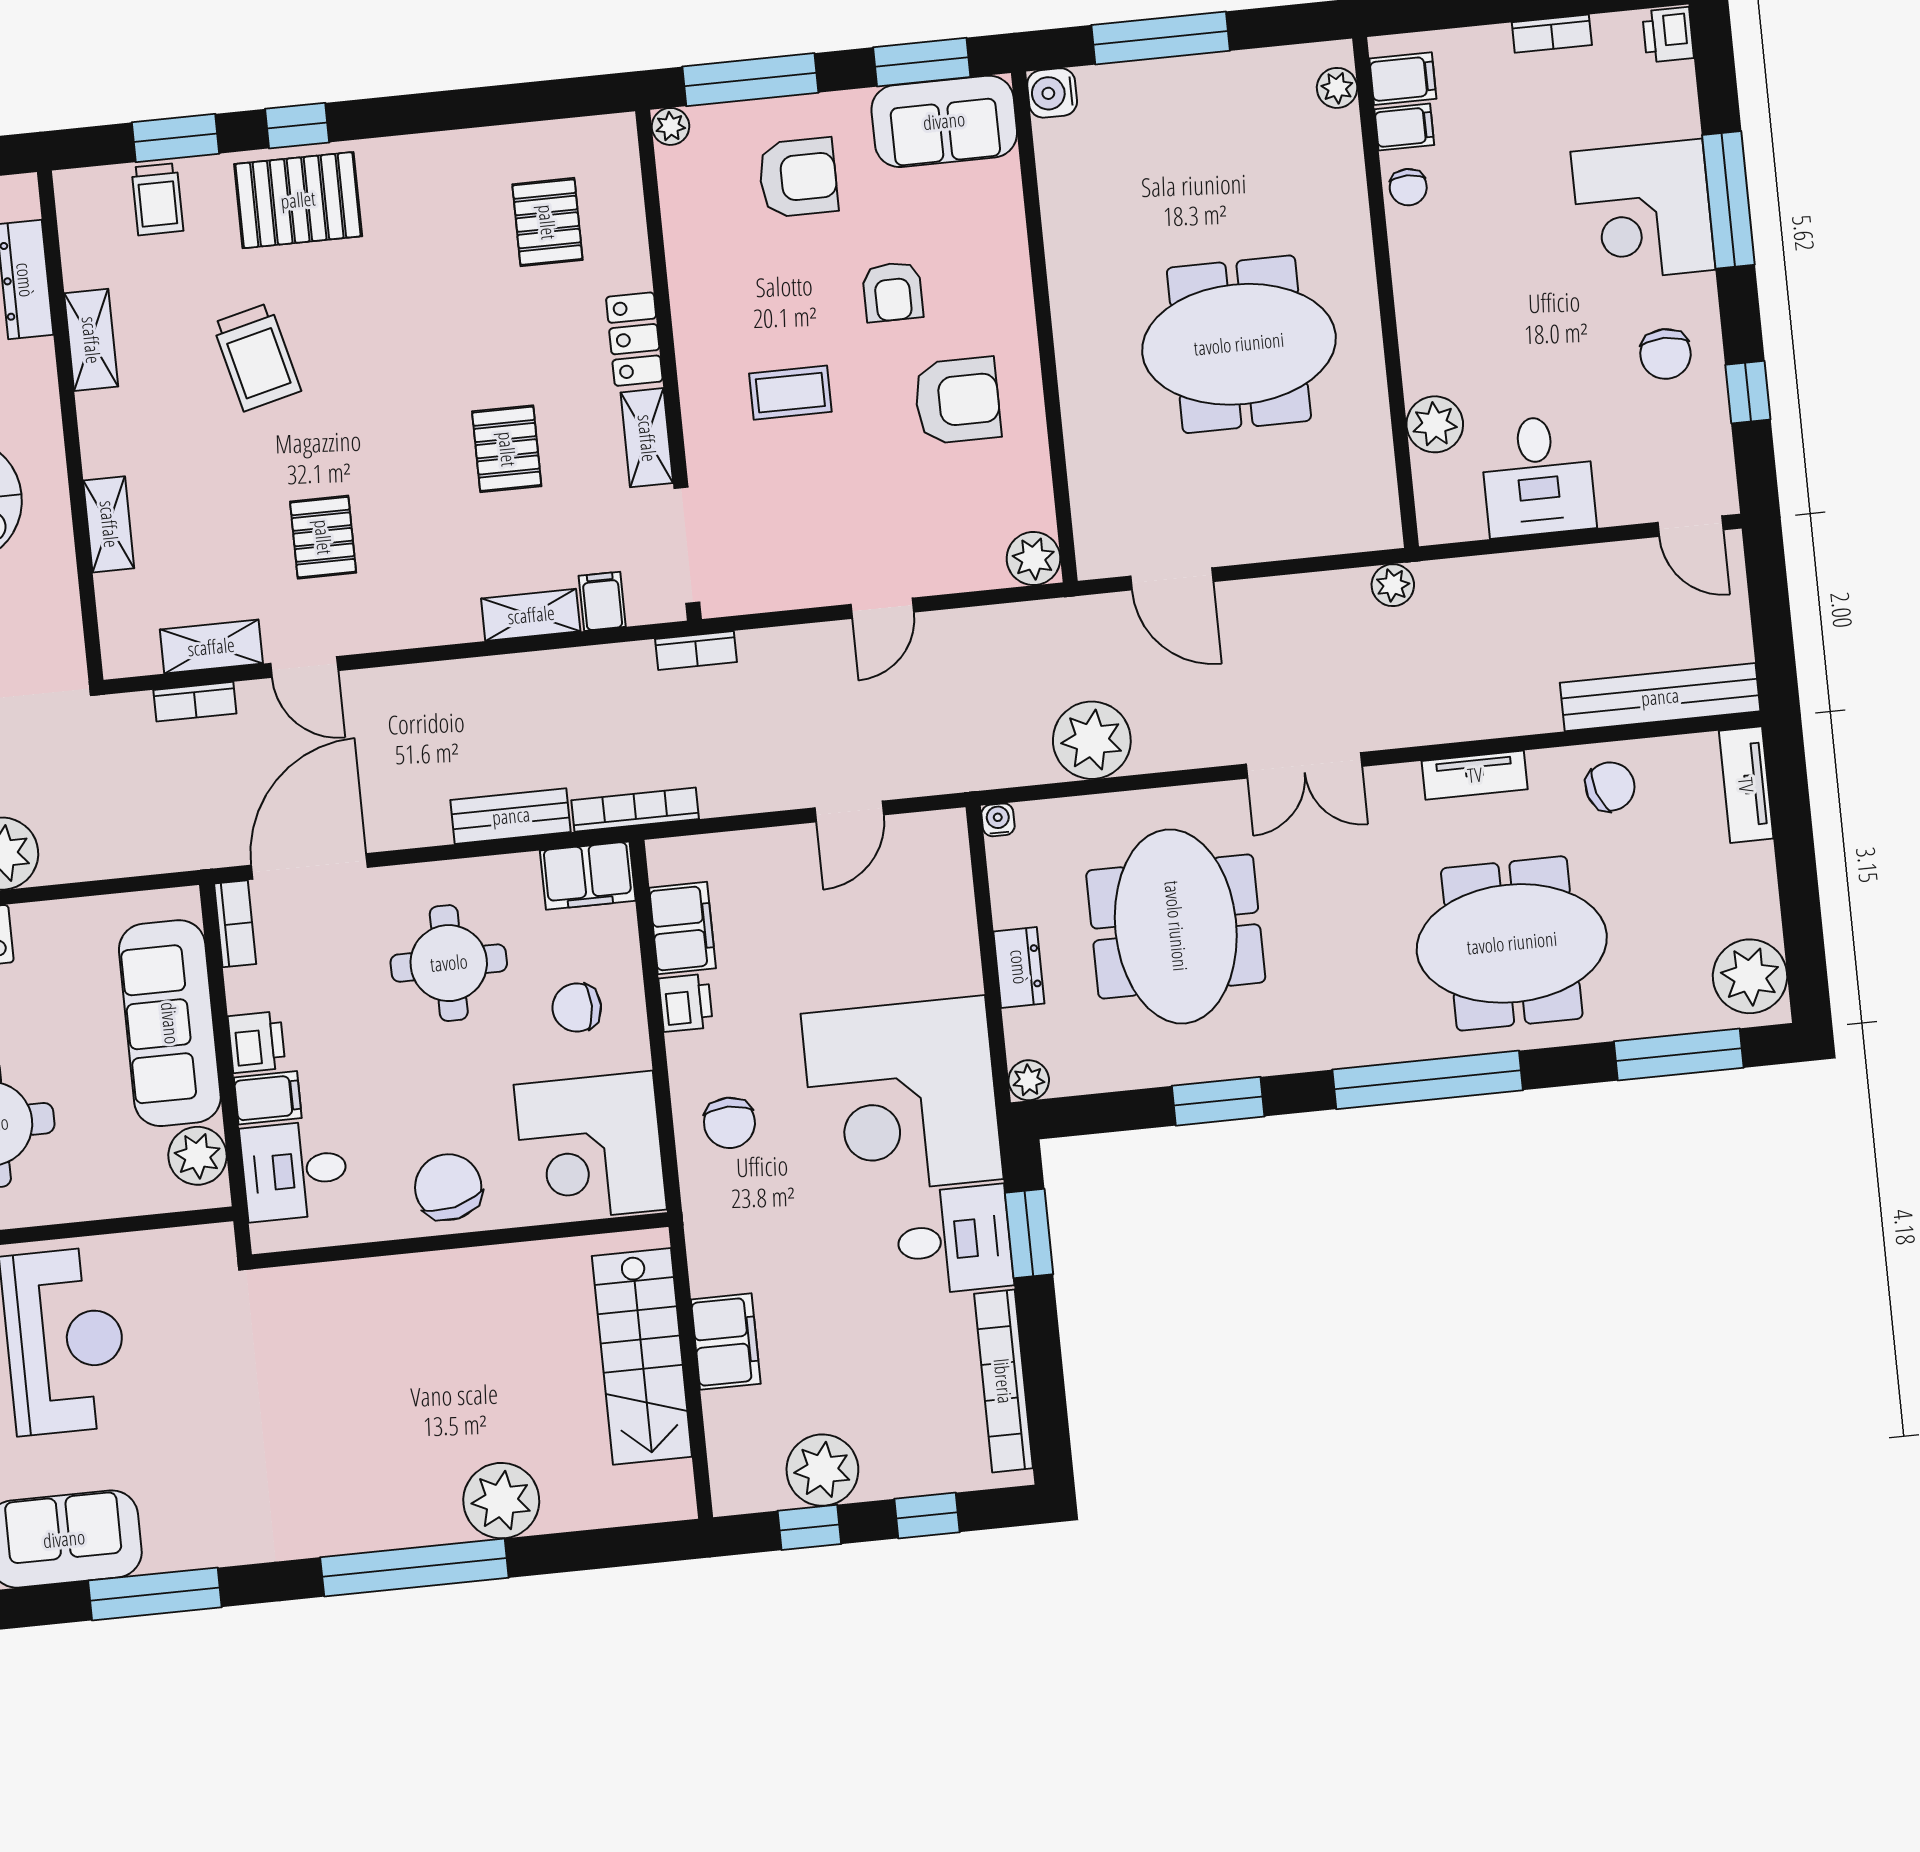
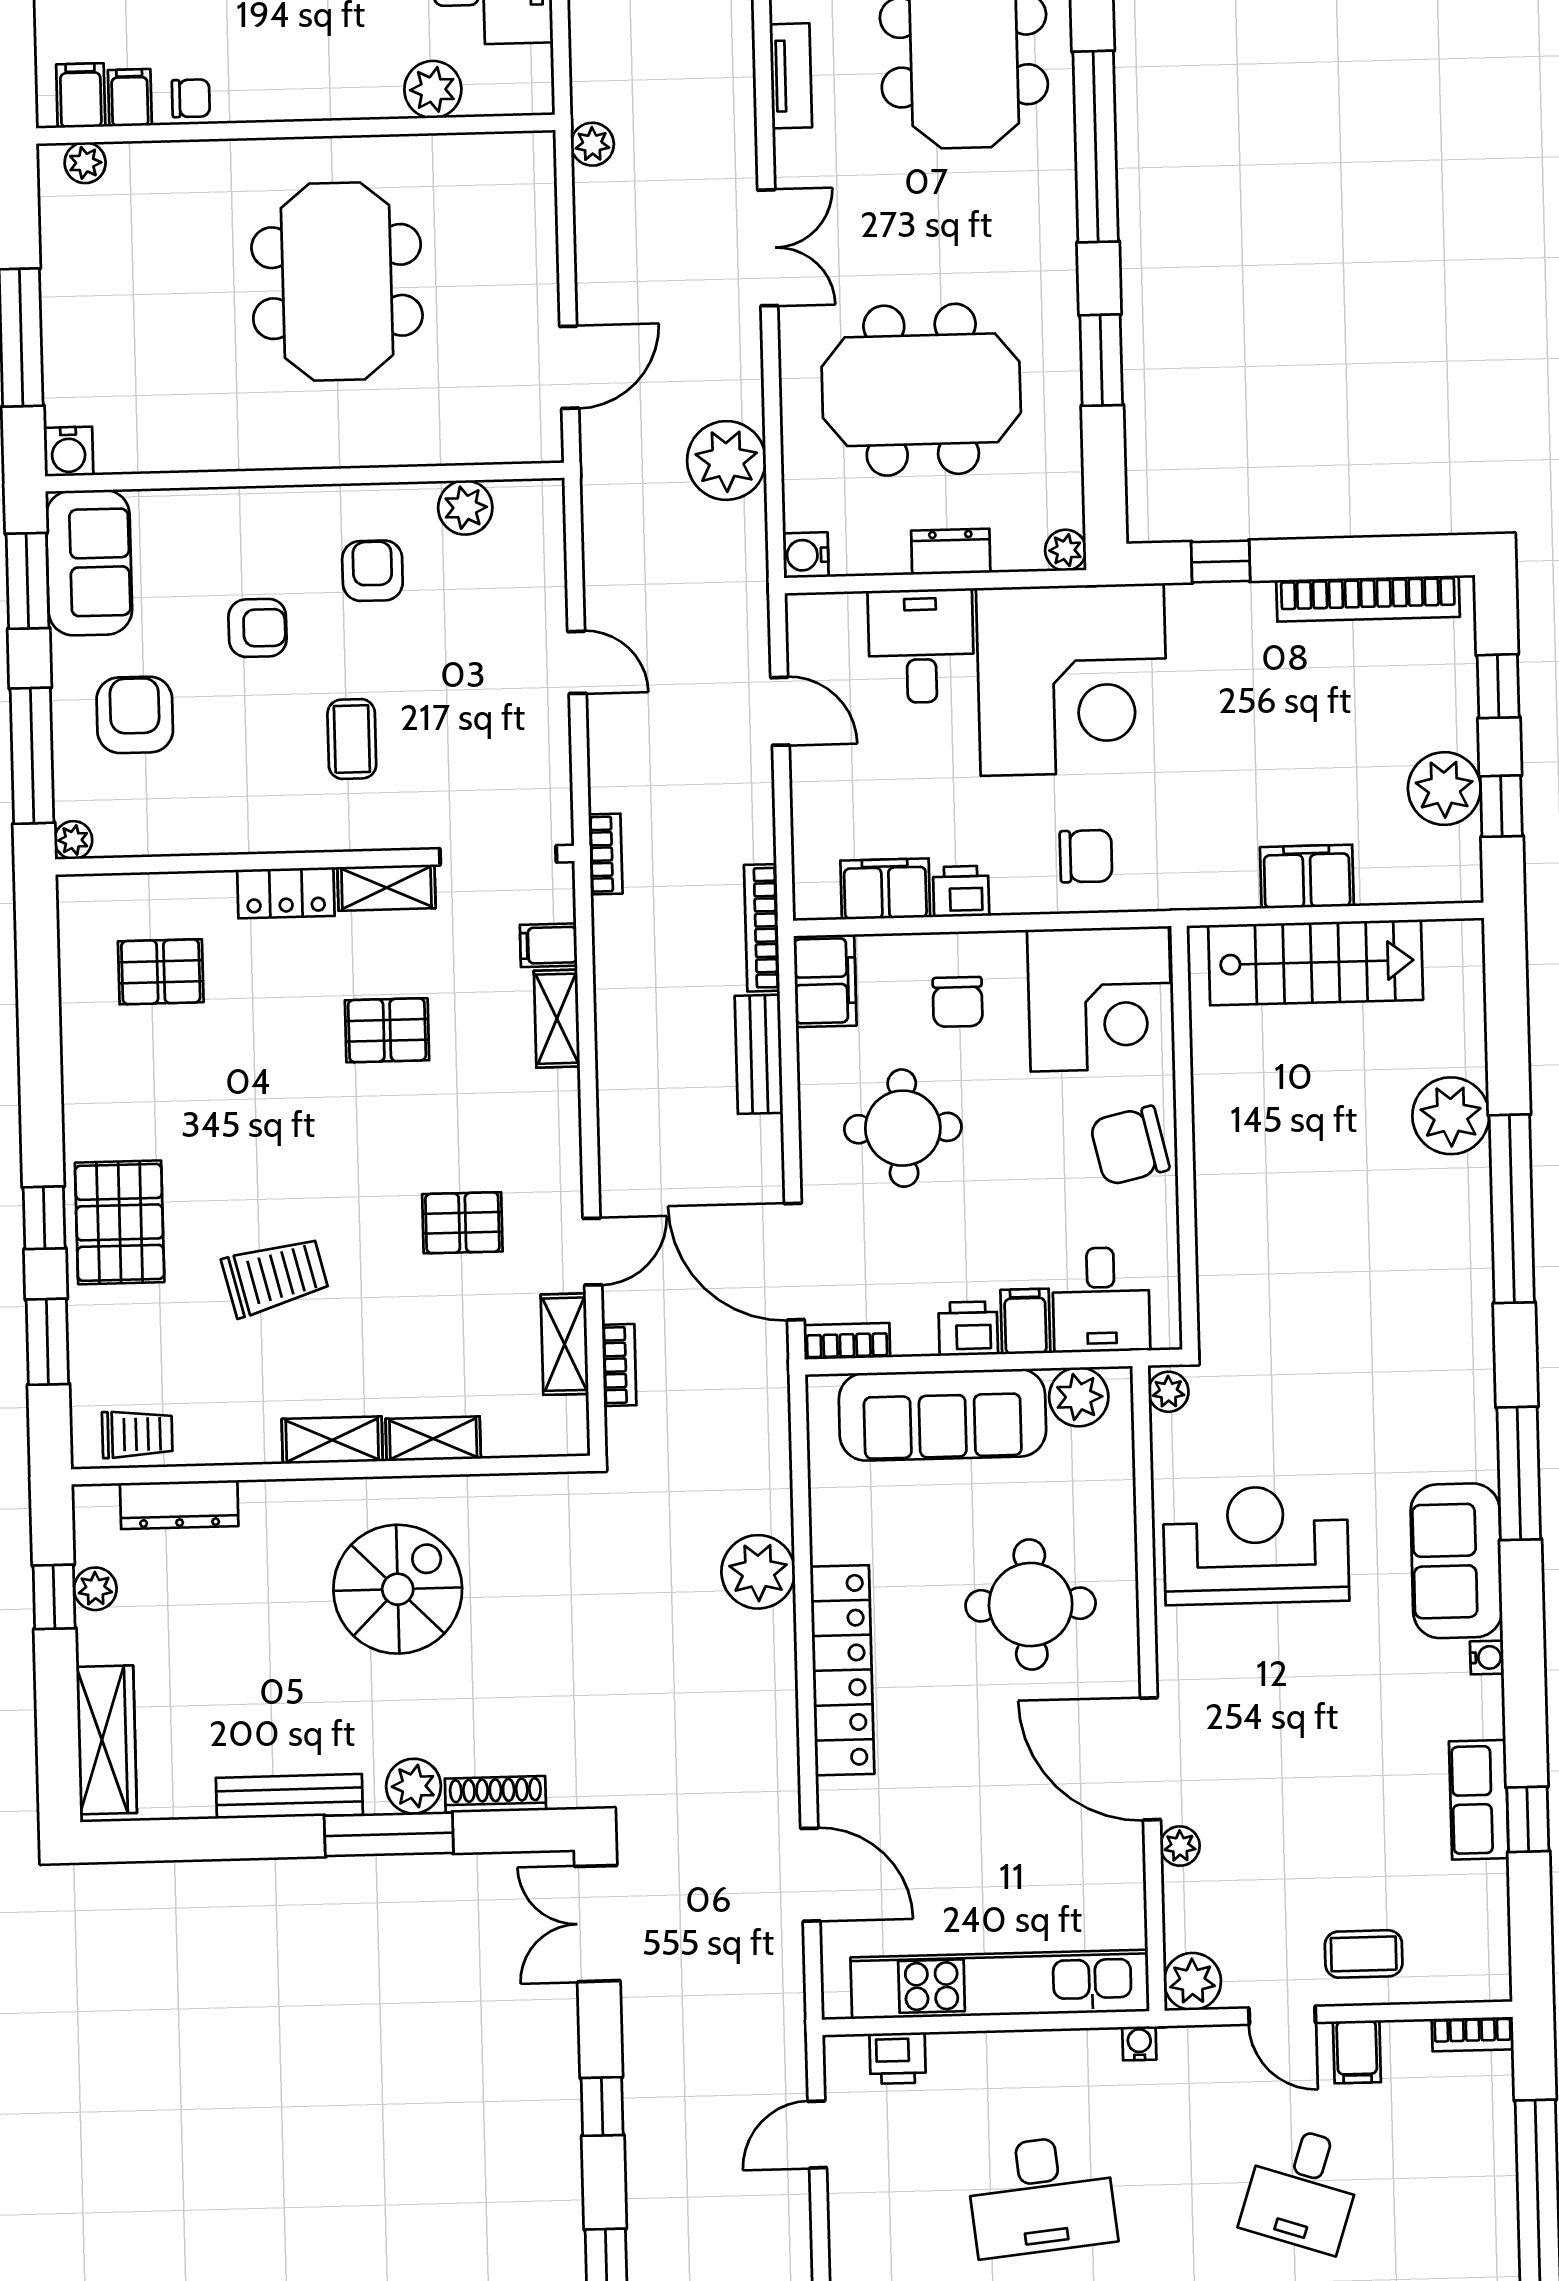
trolley: (157, 199) -> (137, 1434), moved
shelving: (91, 340) -> (332, 1440), moved
armchair: (957, 401) -> (372, 571), width x0.72, depth x0.72
plant: (1034, 559) -> (465, 508), moved
water cooler: (998, 820) -> (806, 555), width x1.38, depth x1.38
window: (1029, 1234) -> (1221, 562), width x0.67
desk: (954, 1240) -> (921, 646), moved
plant: (209, 1244) -> (1168, 1392), added

